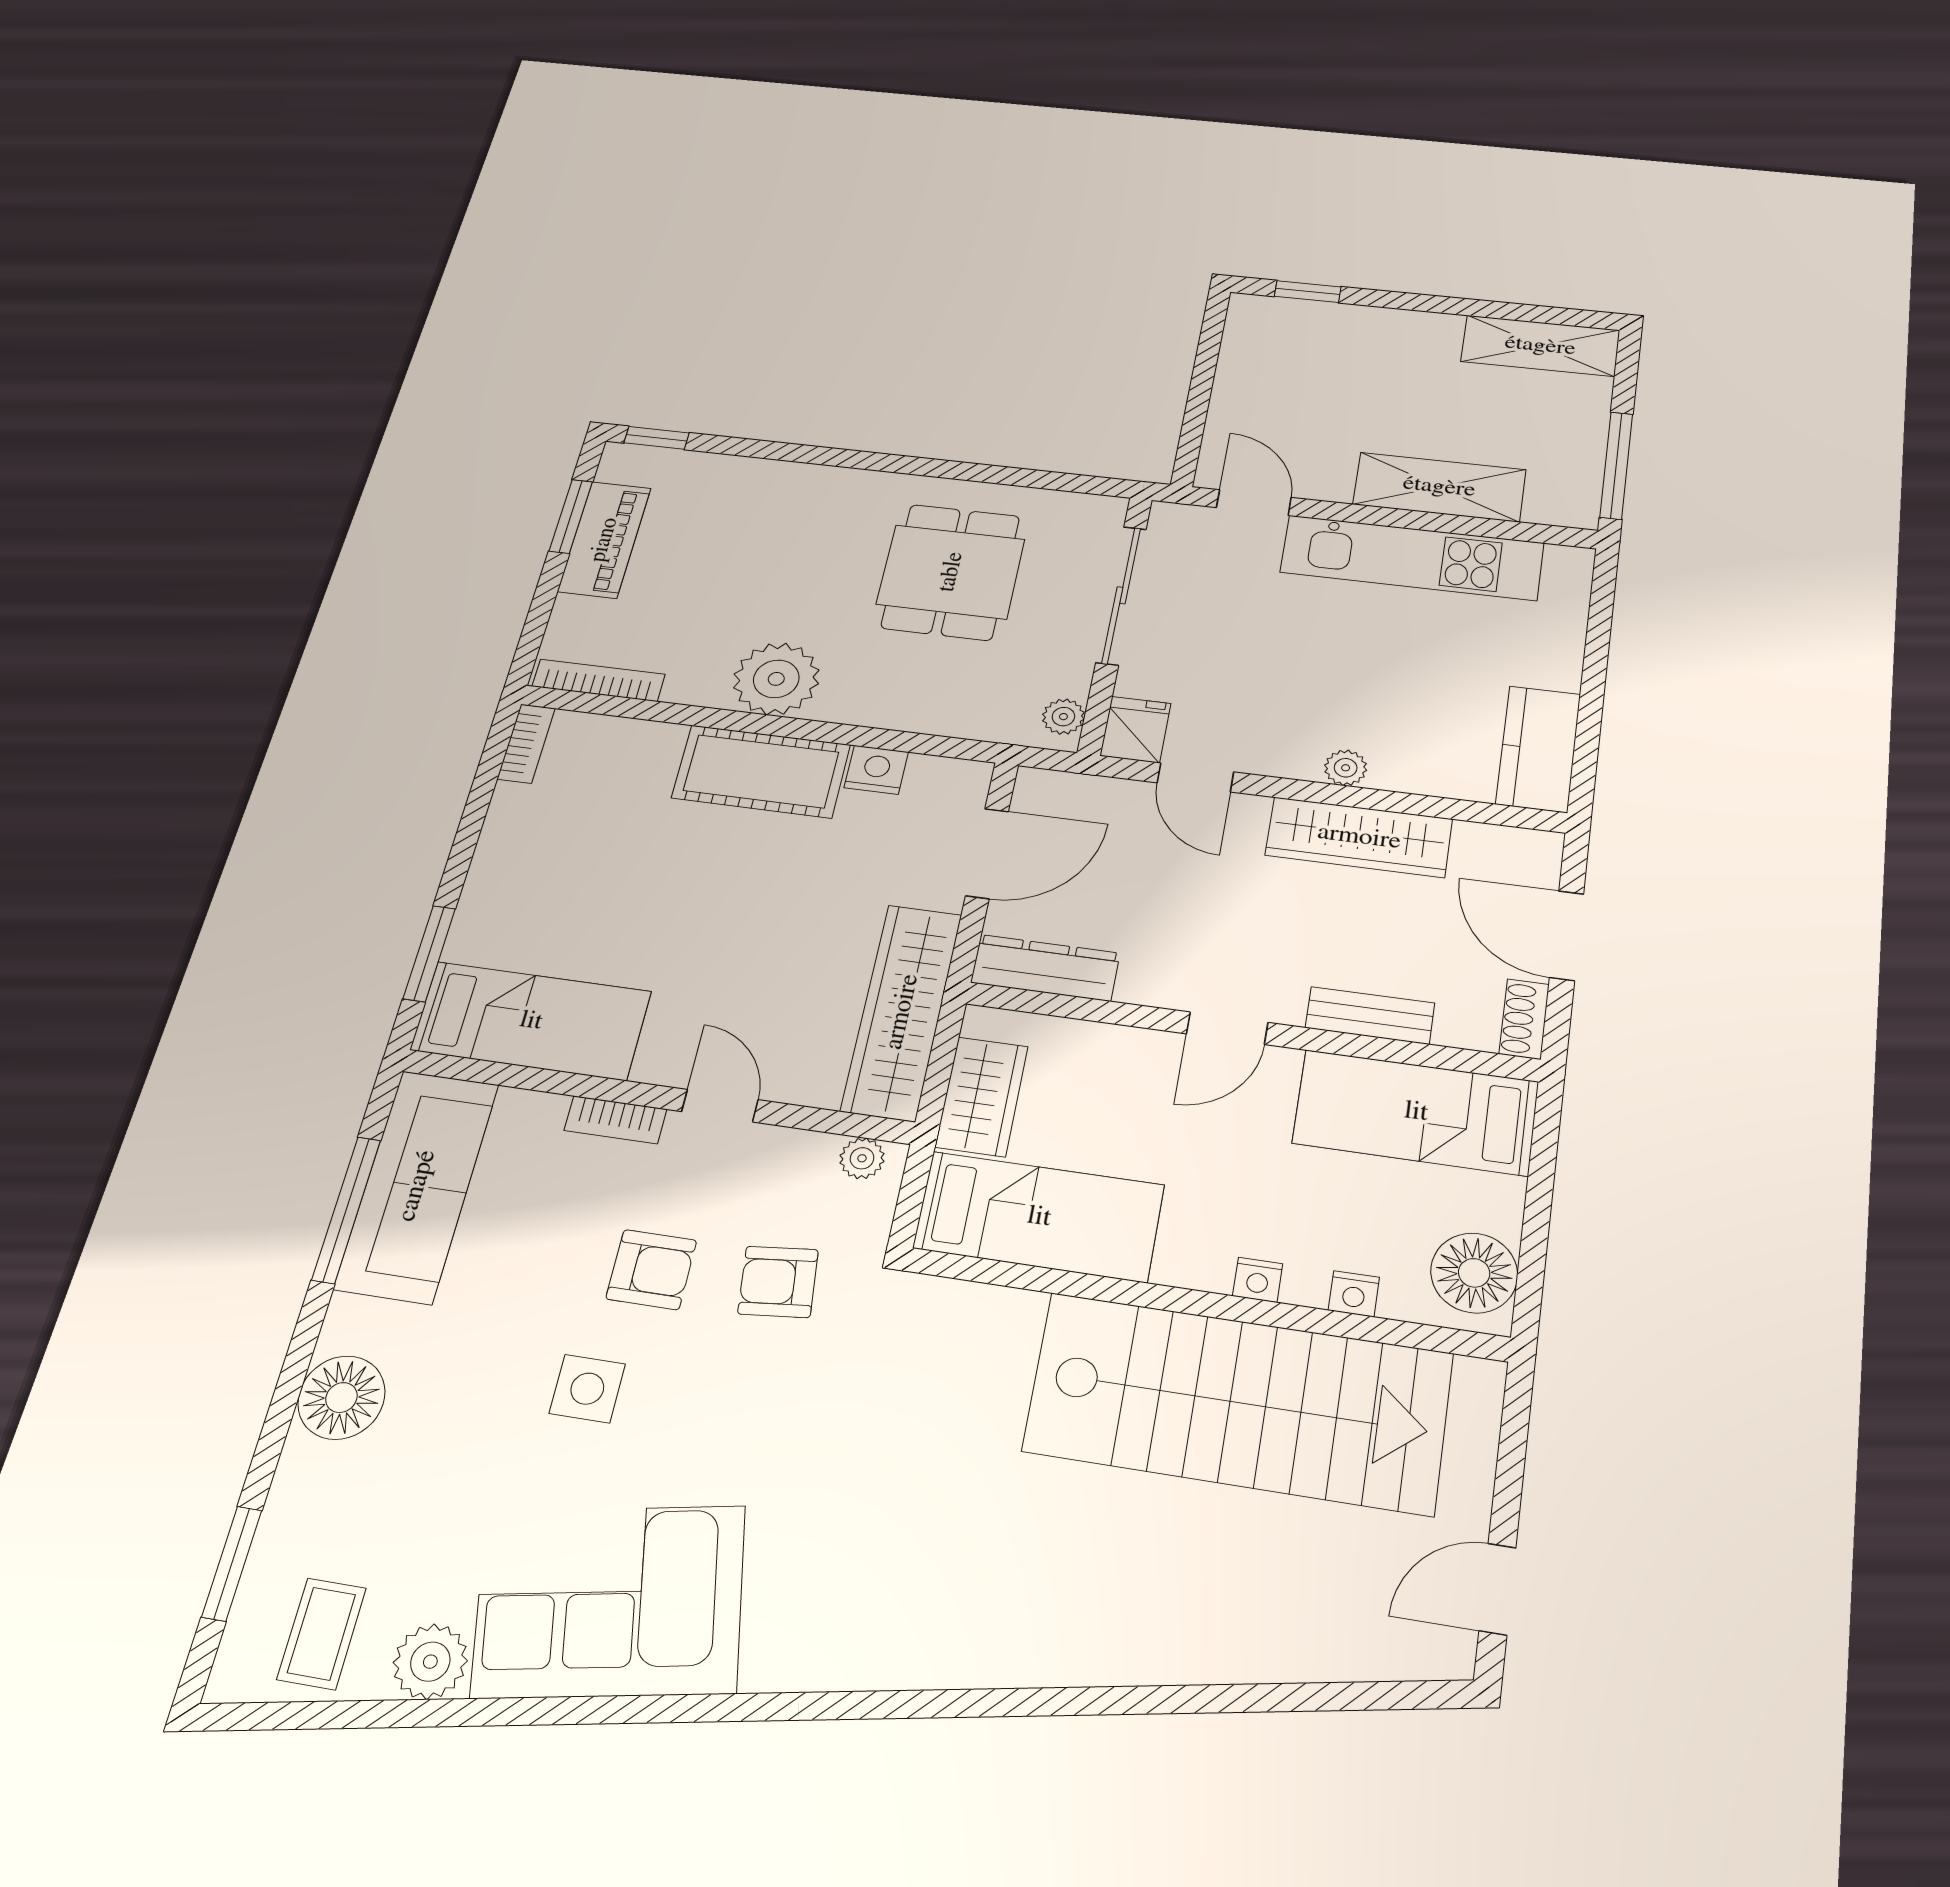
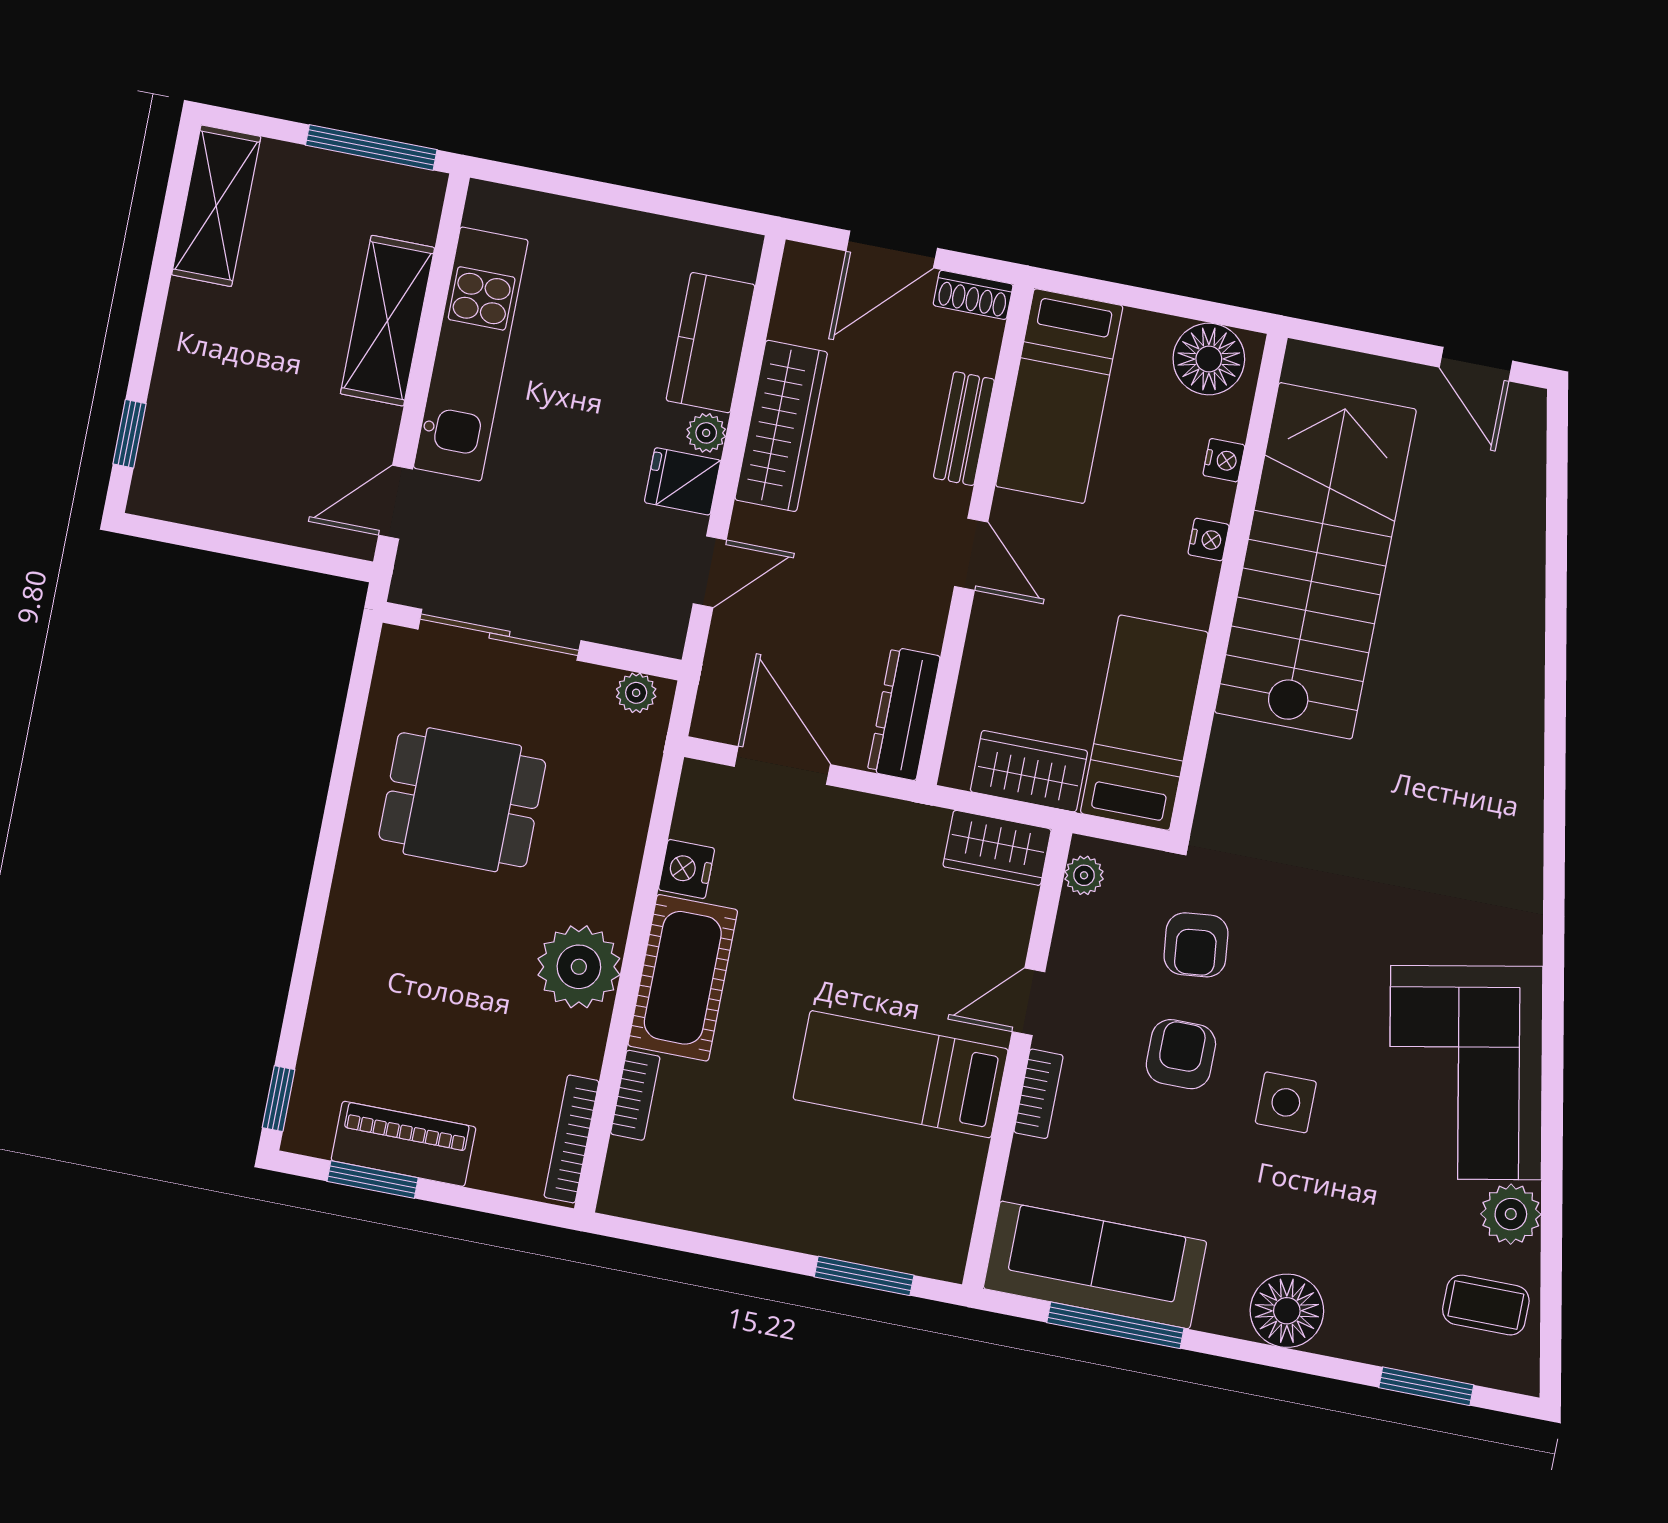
fridge: (1135, 730) -> (682, 481), moved
bookcase: (526, 744) -> (635, 1095), moved, turned 90
kitchen counter: (1538, 749) -> (711, 343), moved, turned 90
wardrobe: (902, 1012) -> (997, 848), width x0.48, depth x0.85
bed: (531, 1021) -> (901, 1074), moved, turned -90

